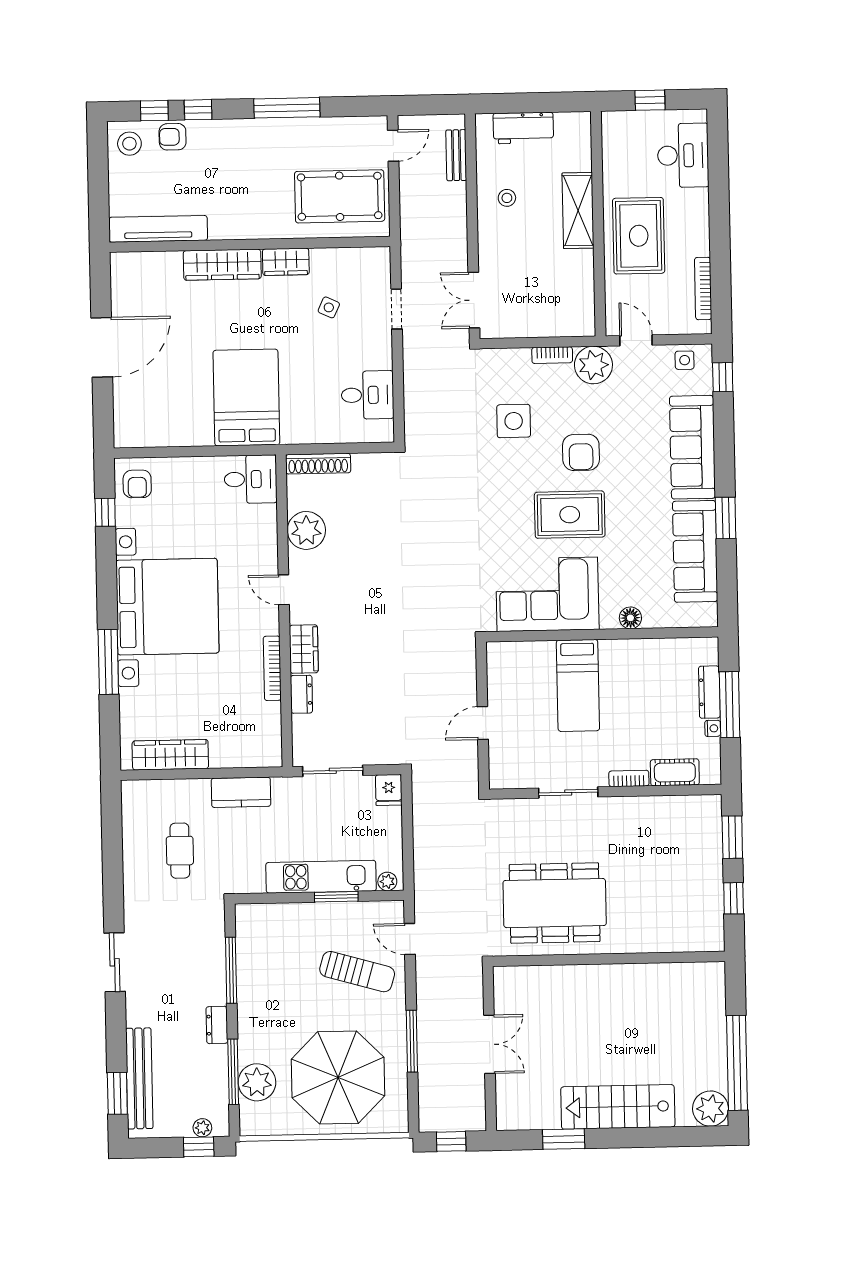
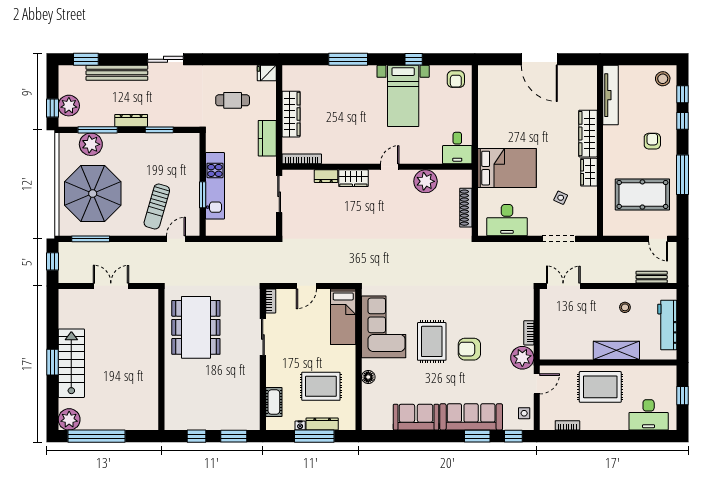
workbench: (523, 128) -> (667, 325), width x1.38
armchair: (173, 137) -> (652, 141), moved
pool table: (340, 196) -> (642, 194), moved, turned 90
bookcase: (703, 288) -> (567, 425), width x0.64
doorway: (397, 309) -> (559, 239), width x1.38
desk: (368, 395) -> (507, 220), width x1.37
bed: (246, 398) -> (507, 168), moved
side table: (514, 421) -> (489, 309), removed
shoe rack: (318, 464) -> (466, 208), moved
armchair: (137, 484) -> (456, 79), turned -90
window: (105, 512) -> (414, 59), moved
window: (726, 518) -> (477, 436), moved
sofa: (695, 551) -> (416, 417), width x0.73
bed with nightstands: (167, 607) -> (403, 96), width x0.54
bookcase: (272, 668) -> (302, 159), moved
bed: (578, 685) -> (343, 317), moved, turned -90
rug: (647, 695) -> (321, 386), added
door: (483, 723) -> (306, 286), swing flipped
wardrobe: (170, 755) -> (291, 114), moved
bookcase: (629, 778) -> (271, 301), moved
fridge: (389, 790) -> (267, 73), moved
plant: (387, 881) -> (211, 226), removed
window: (231, 970) -> (159, 130), width x0.69
dresser: (217, 1025) -> (131, 121), width x1.44
window: (412, 1041) -> (91, 239), moved
double door: (489, 1044) -> (111, 286), swing flipped
bench: (139, 1078) -> (117, 73), moved
plant: (202, 1128) -> (69, 106), width x1.88, depth x1.88
window: (564, 1139) -> (52, 362), moved

